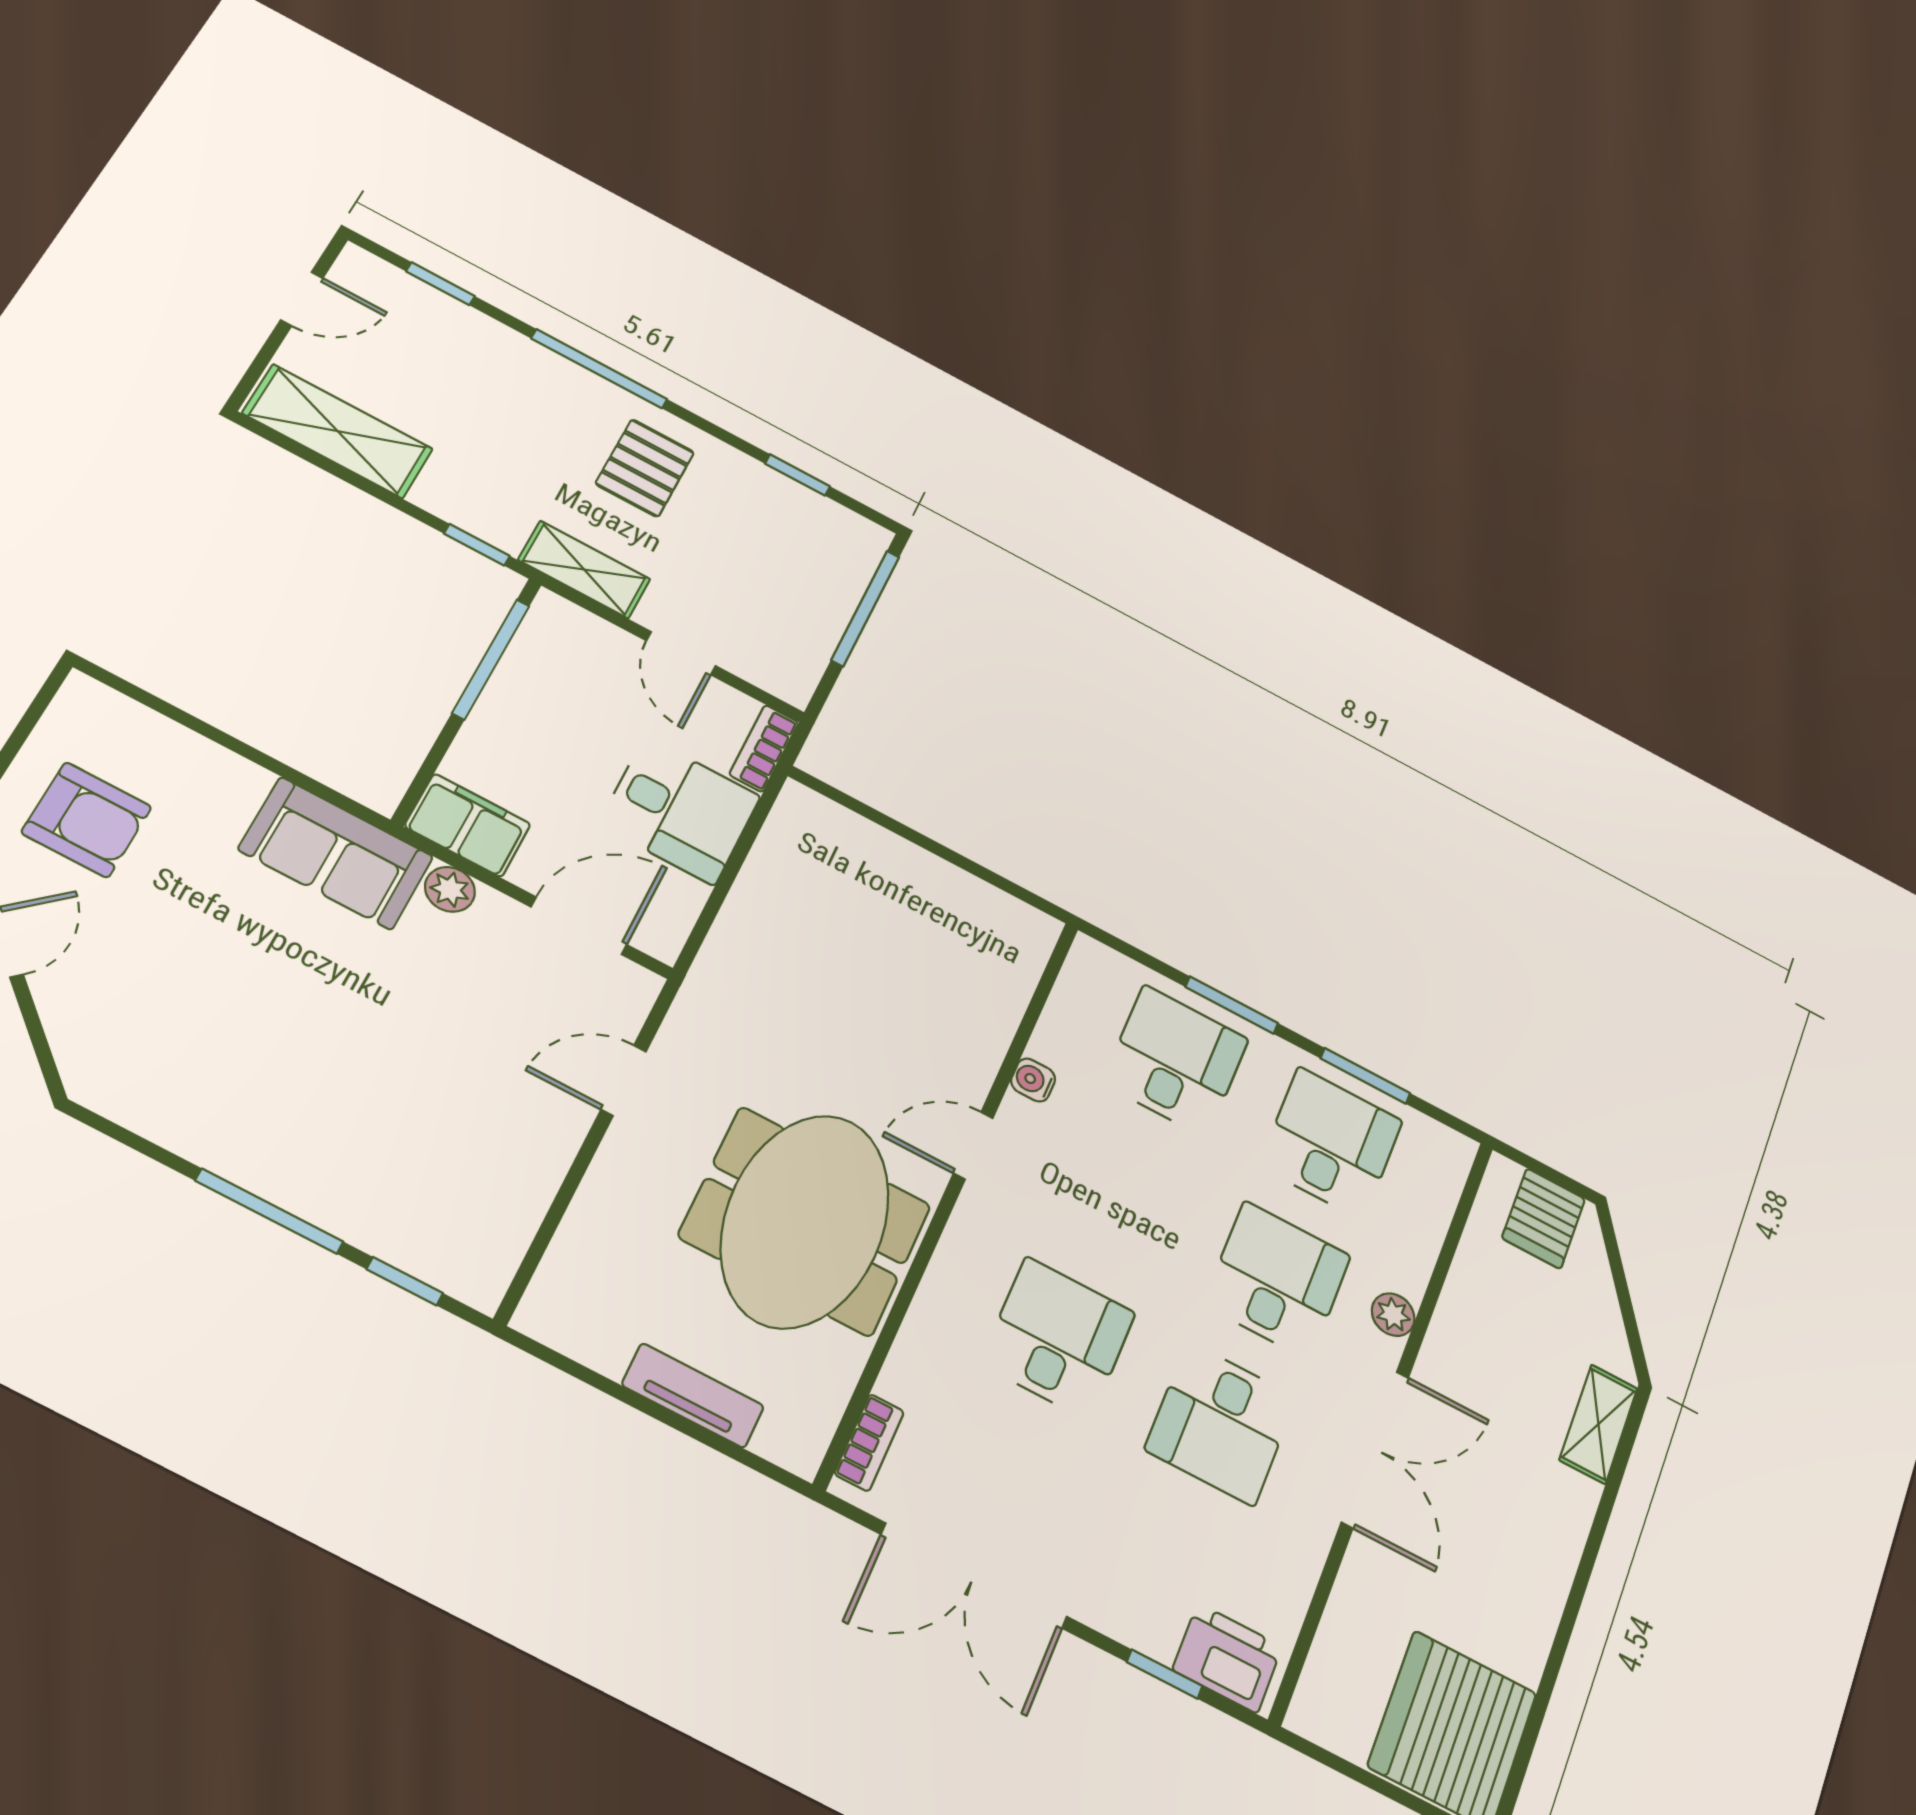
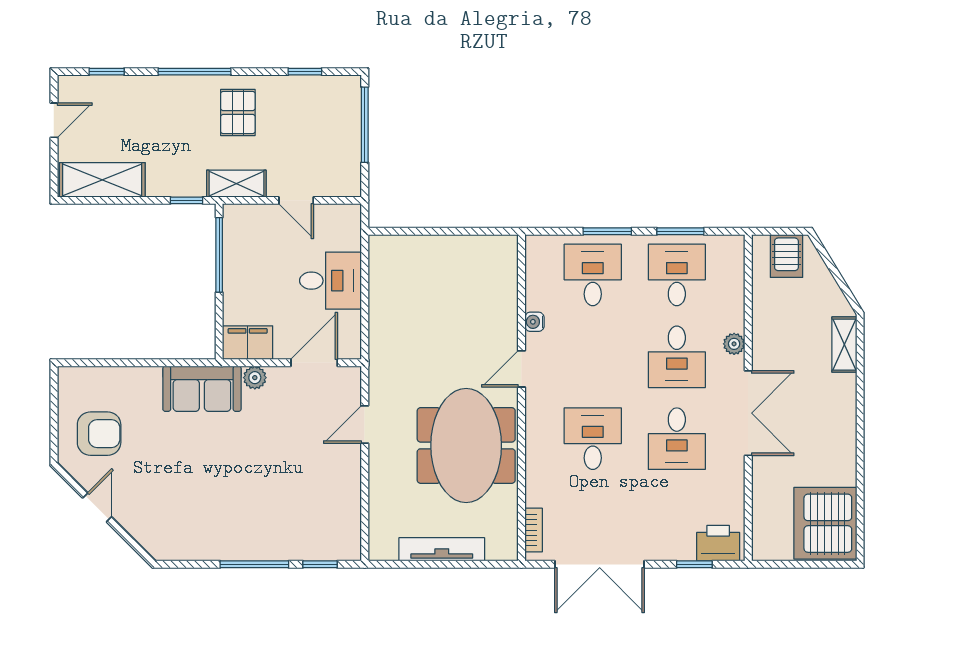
bookcase: (764, 748) -> (352, 227), removed
desk: (1277, 1280) -> (677, 357), turned 180
tv unit: (693, 1395) -> (442, 549), width x1.41

